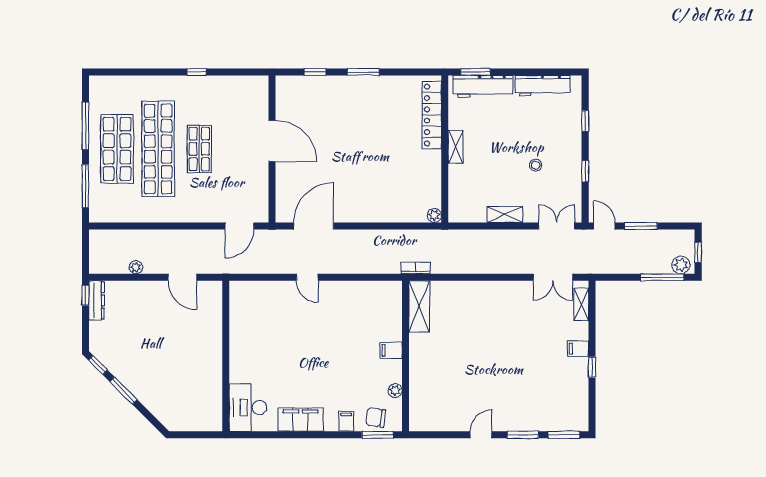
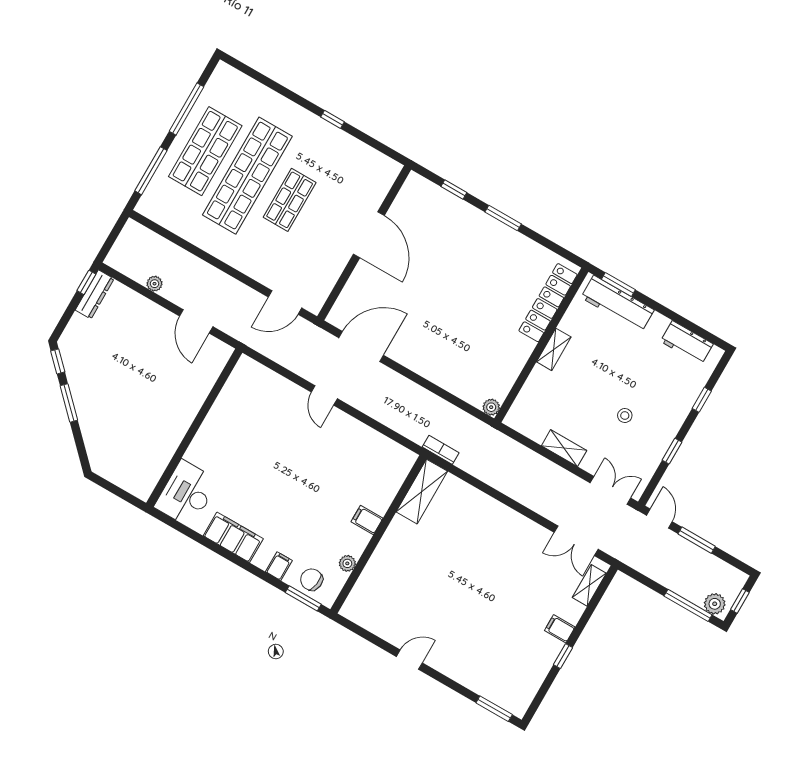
workbench: (543, 86) -> (687, 343), width x0.73
window: (523, 435) -> (452, 685), removed

